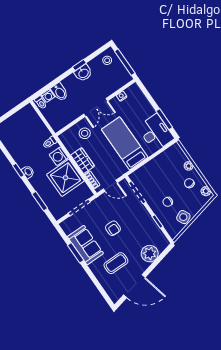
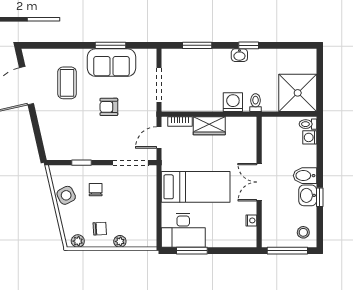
bidet: (60, 92) -> (305, 176), moved
stool: (85, 133) -> (238, 150), removed
shower: (65, 178) -> (298, 93), moved
plant: (150, 254) -> (51, 128), removed

